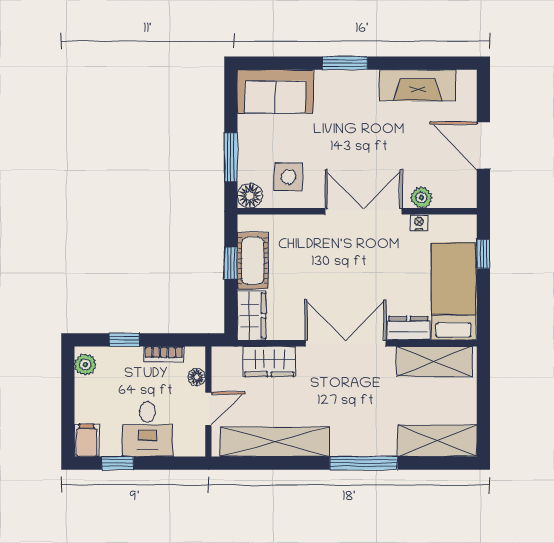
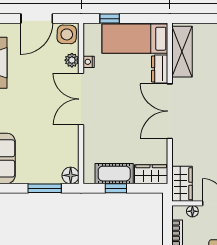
side table: (288, 177) -> (67, 34), moved
wardrobe: (269, 362) -> (182, 184), moved

